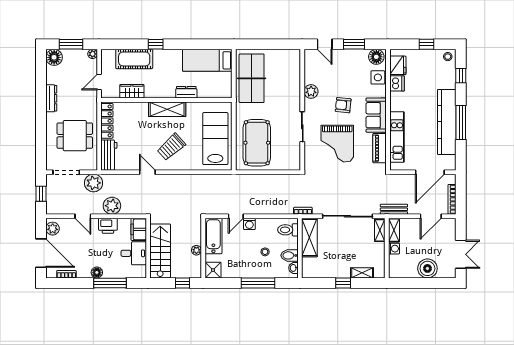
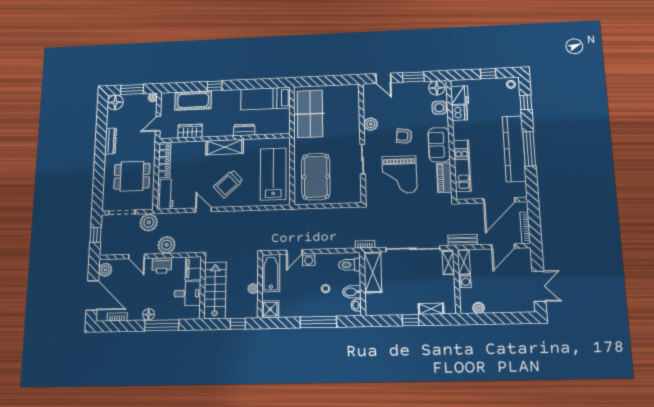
boiler: (427, 268) -> (479, 308), moved, width x0.54, depth x0.54

